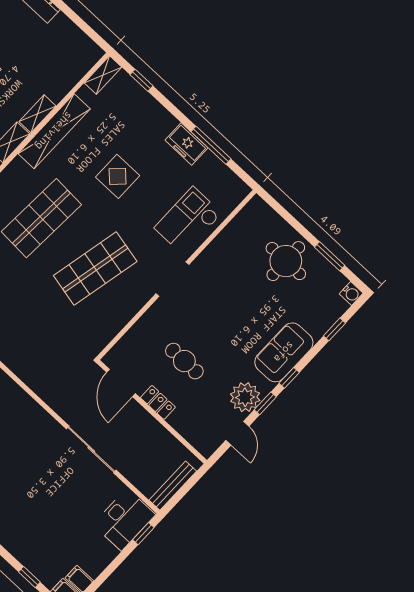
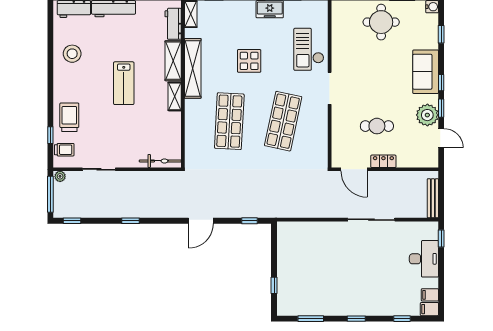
workbench: (76, 68) -> (173, 24), added
shelving: (38, 114) -> (173, 61), width x1.50, depth x1.33
desk: (124, 520) -> (424, 259), moved

